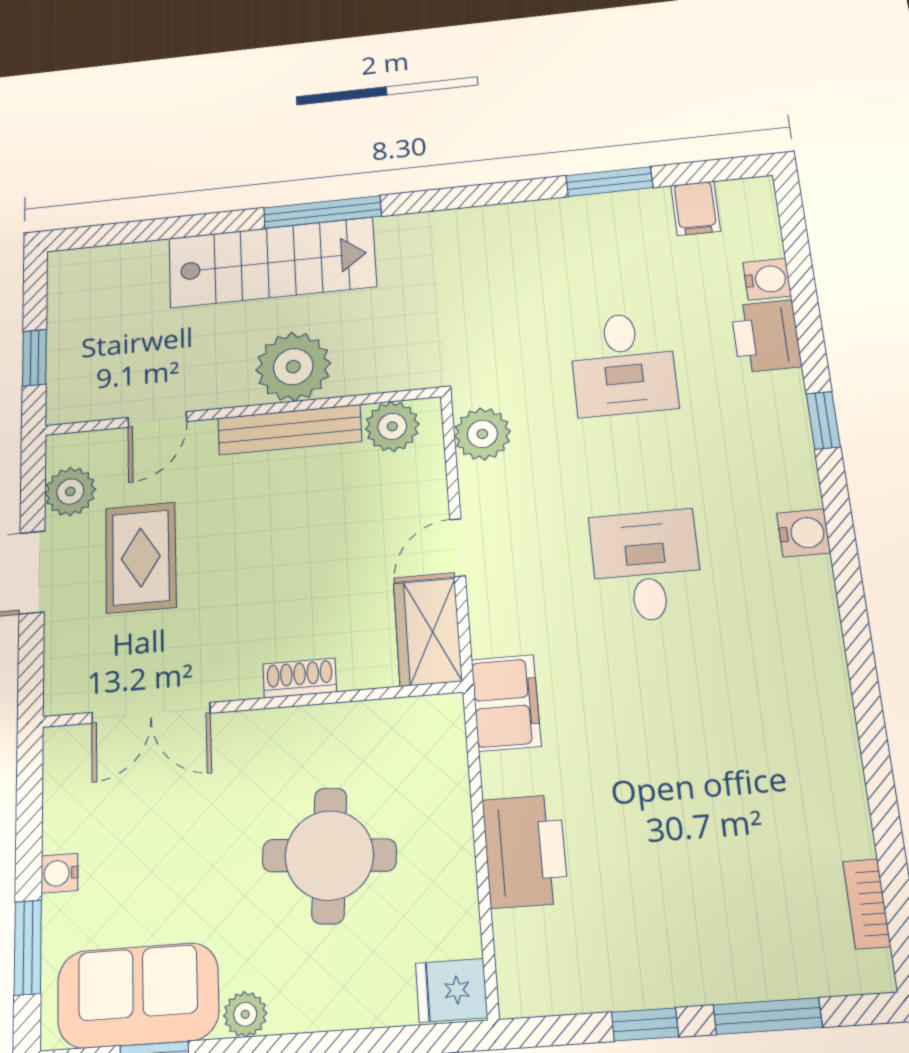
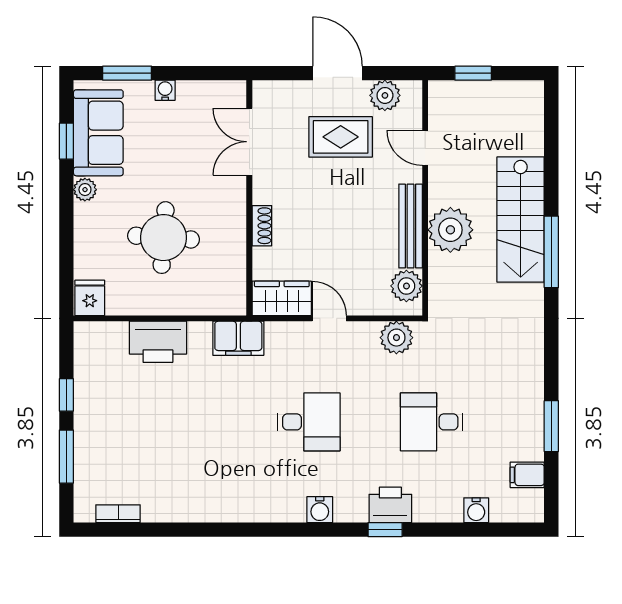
printer: (766, 336) -> (390, 505), moved

